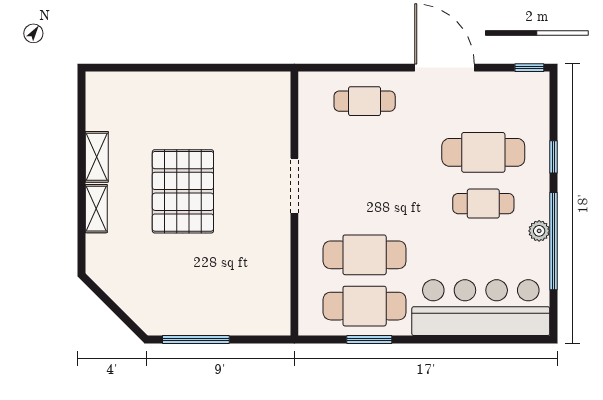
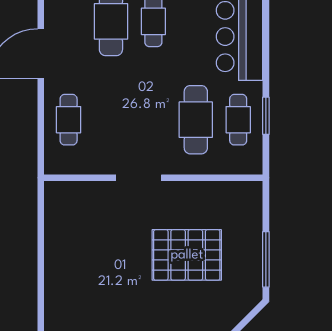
pallet: (183, 191) -> (187, 255), moved
cafe table: (365, 306) -> (238, 120), width x0.73, depth x0.74

